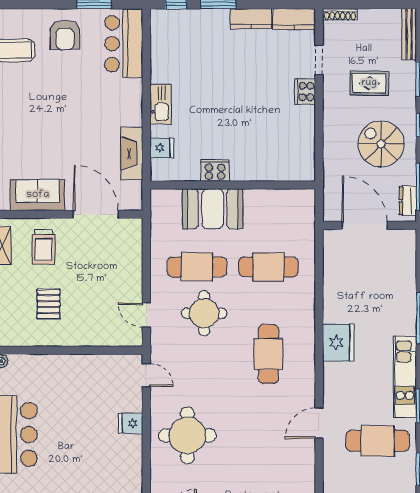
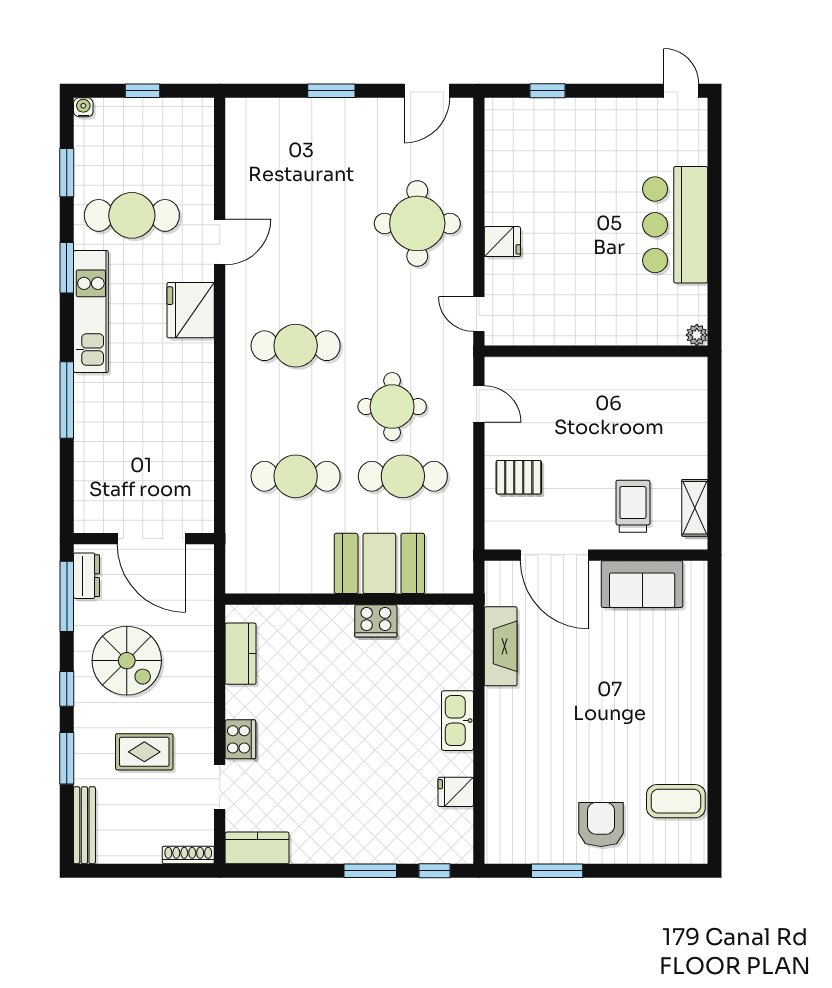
kitchen counter: (251, 19) -> (241, 654), moved, turned 90
bar counter: (124, 44) -> (513, 811), removed
fridge: (162, 148) -> (456, 792), moved
pallet: (49, 304) -> (519, 477), moved, turned 90
fridge: (338, 343) -> (191, 310), moved
cafe table: (268, 354) -> (296, 346), turned 90

